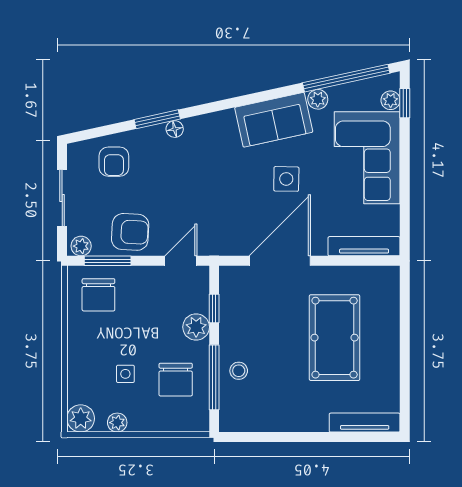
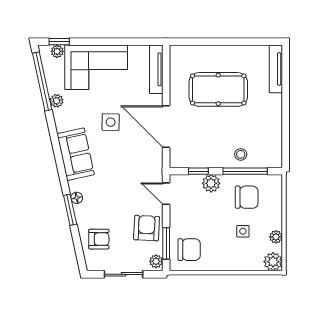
sofa: (274, 120) -> (76, 154), moved

